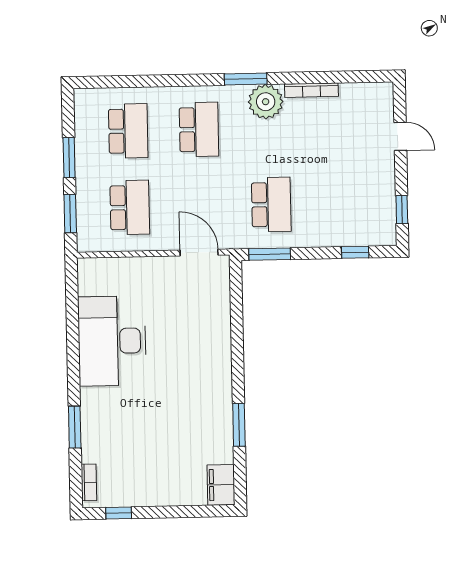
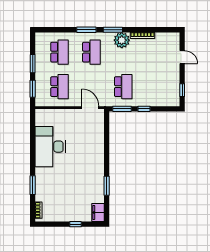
window: (187, 80) -> (86, 30), added
window: (355, 252) -> (144, 109), moved
window: (119, 513) -> (75, 224), moved

